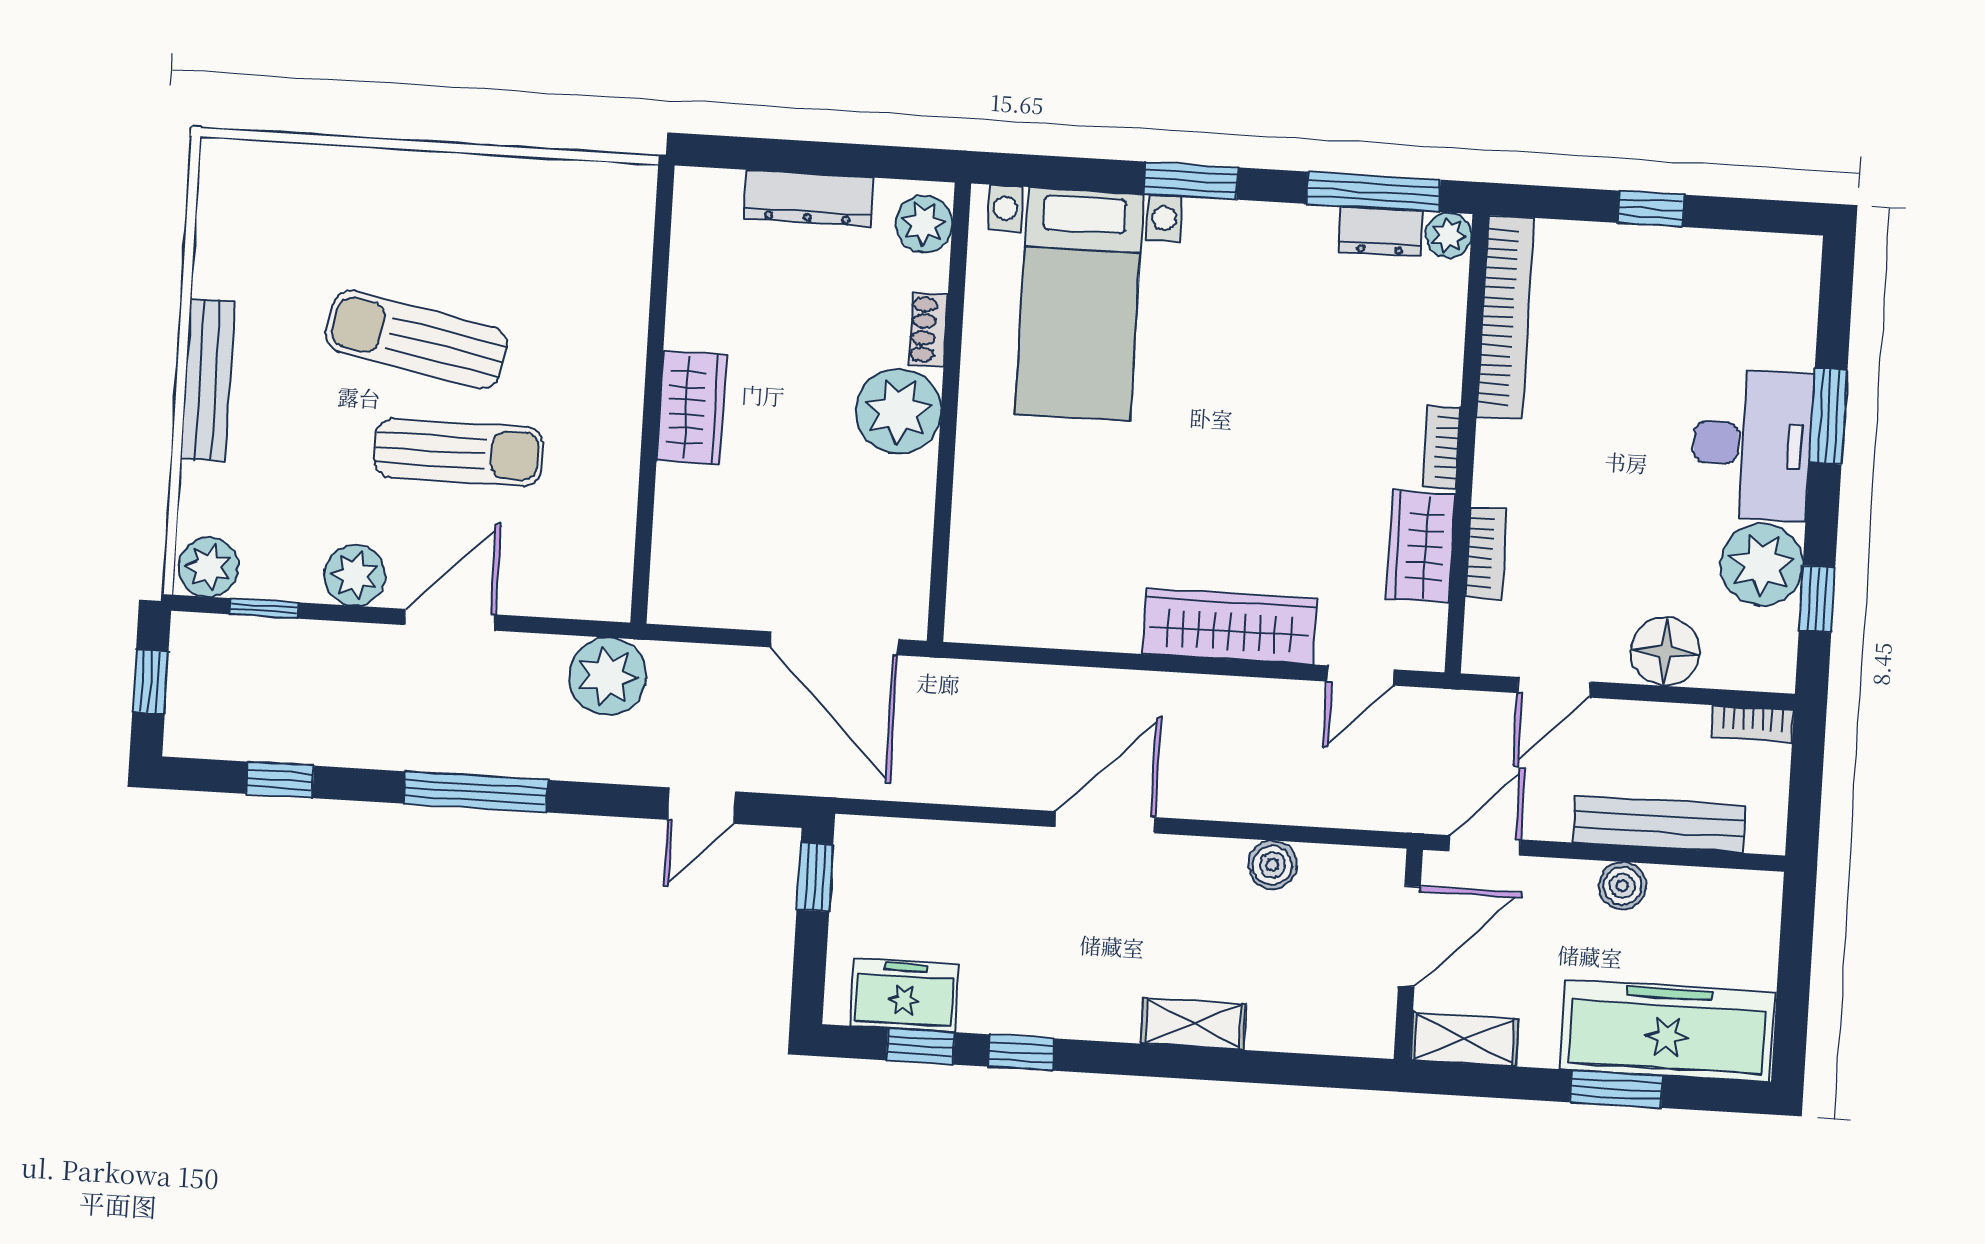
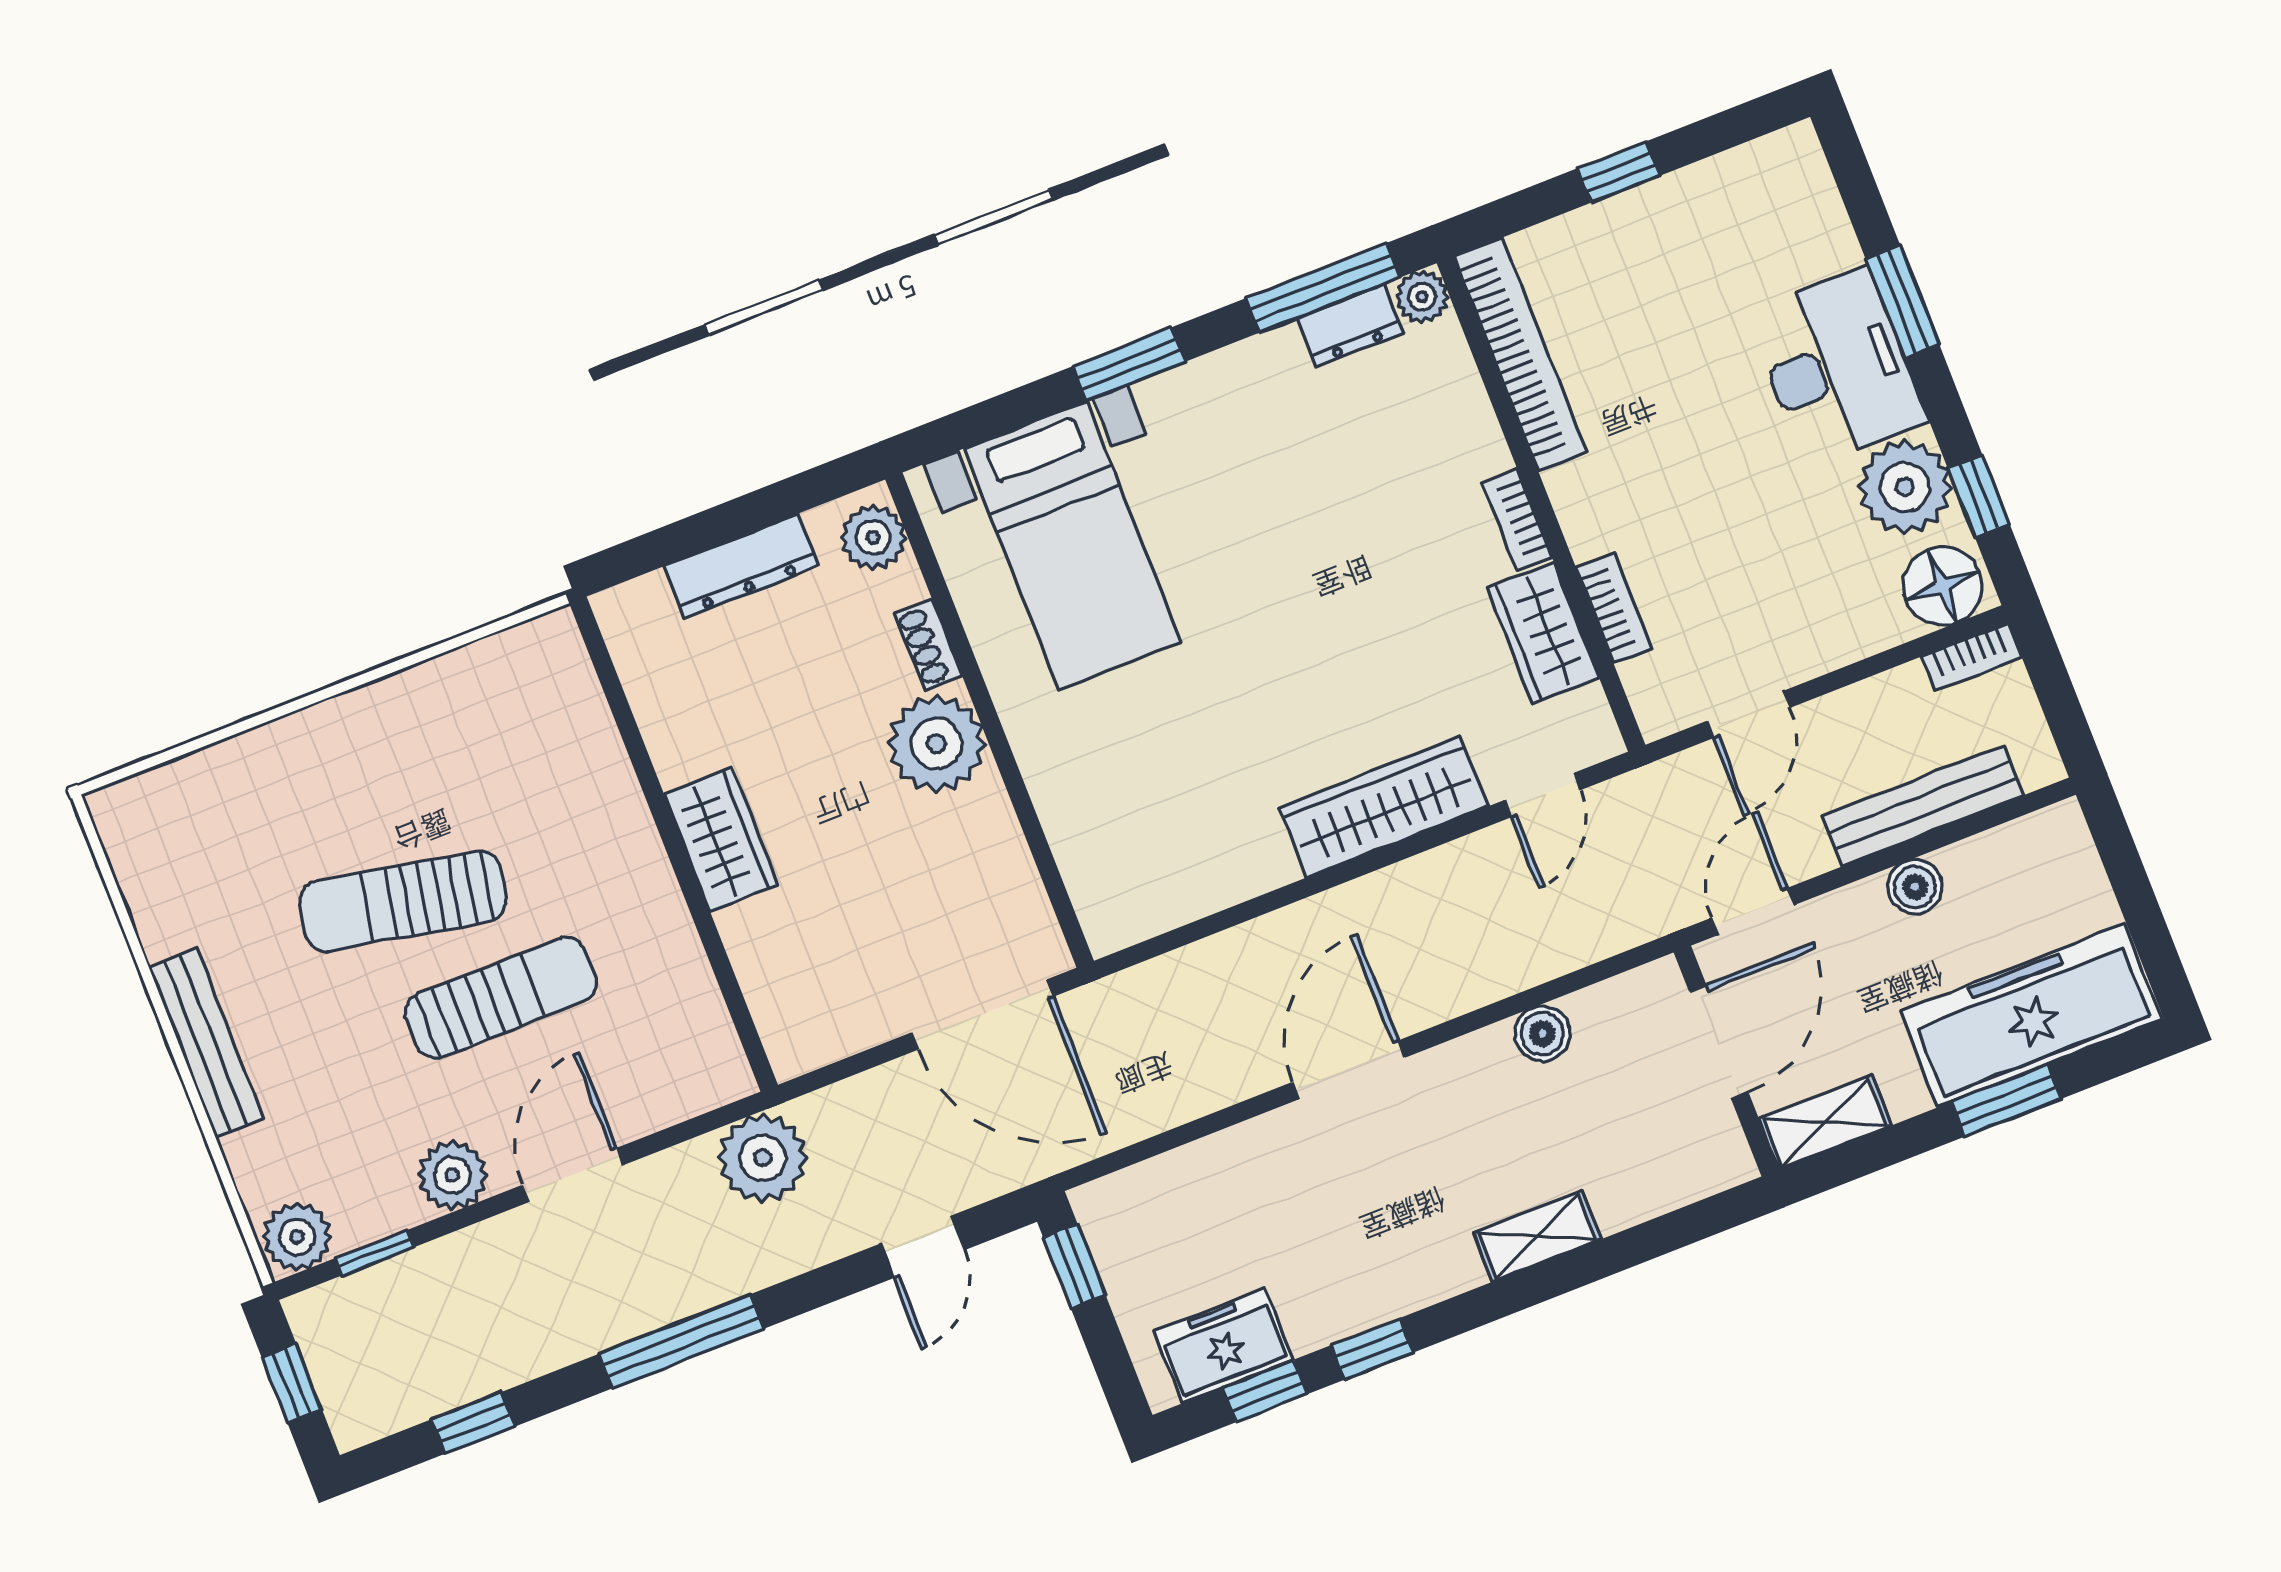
floor lamp: (1665, 651) -> (1942, 586), moved

